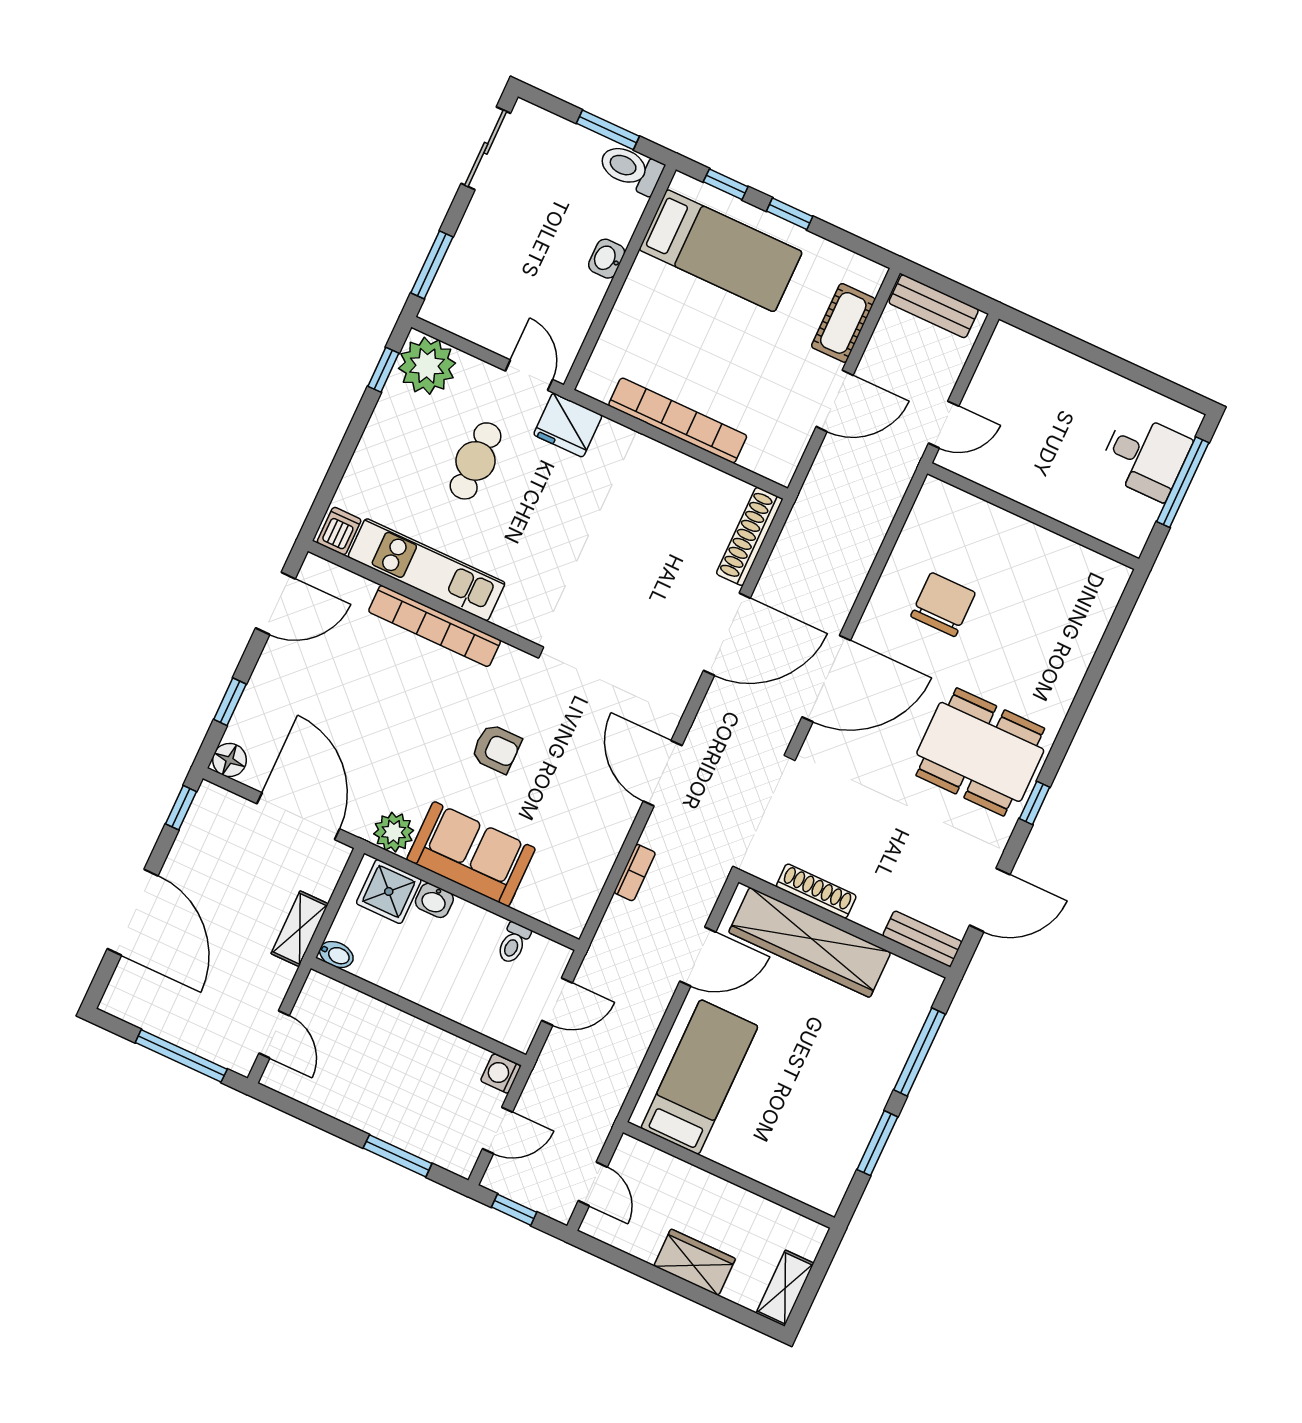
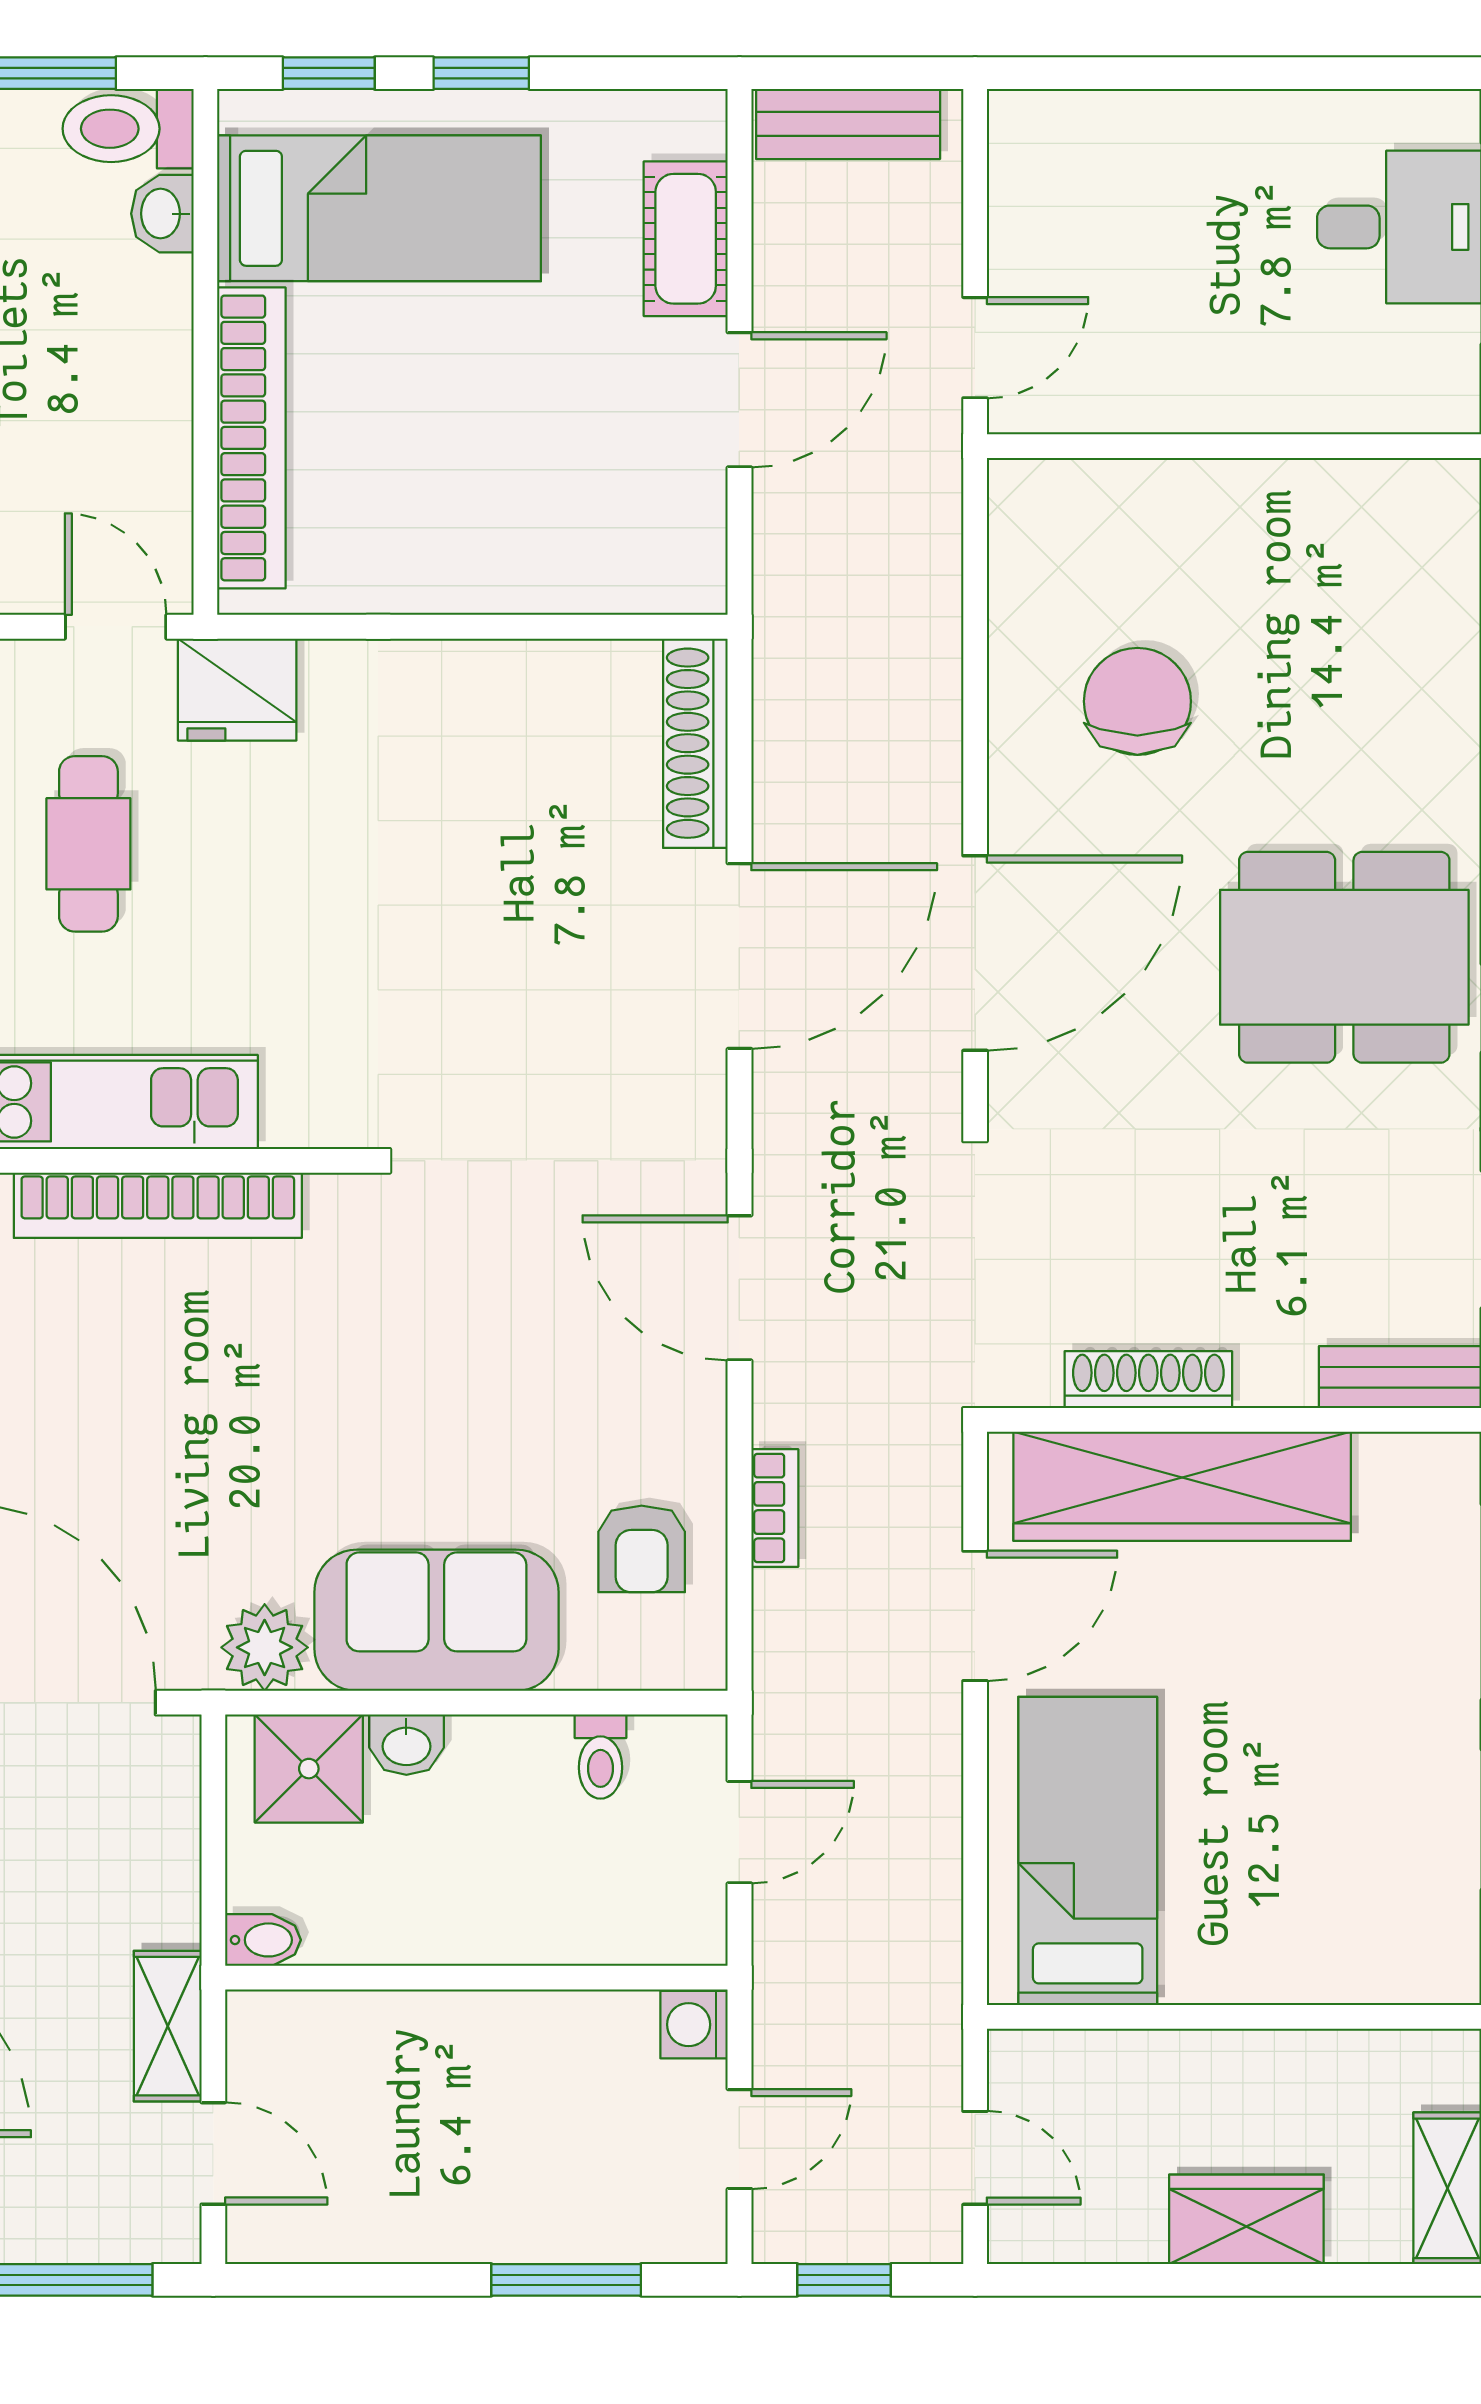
washbasin: (607, 259) -> (162, 214), moved
bookcase: (678, 420) -> (251, 438), moved, turned 90
armchair: (496, 749) -> (642, 1549), moved, turned 90
shelving: (300, 929) -> (168, 2026), moved

